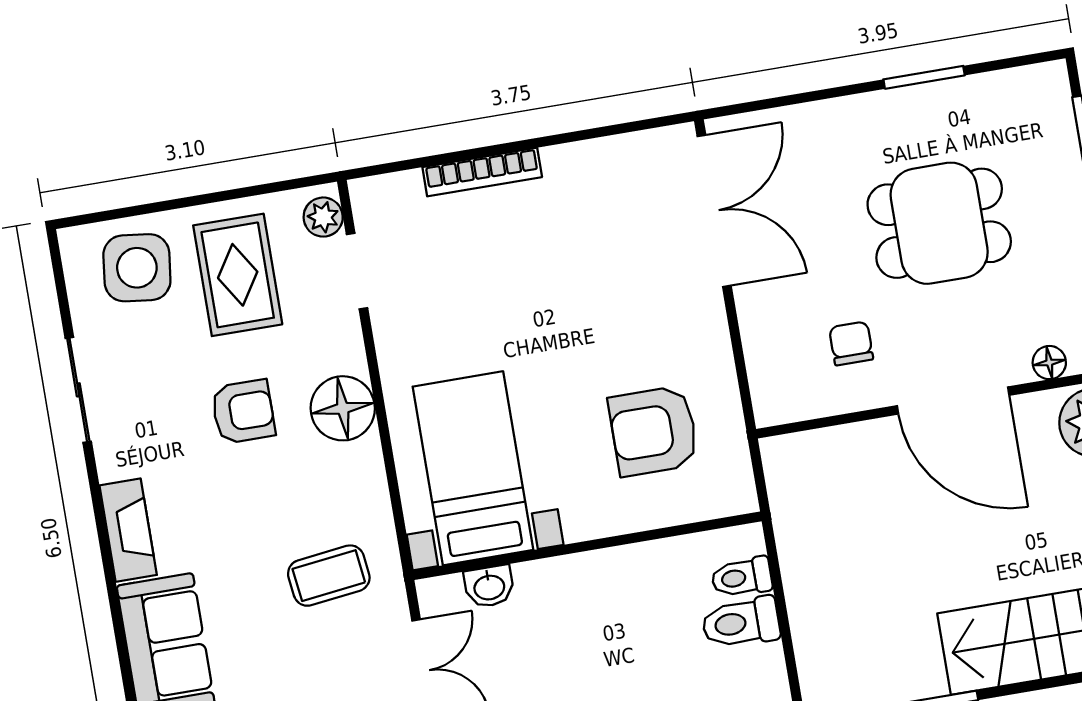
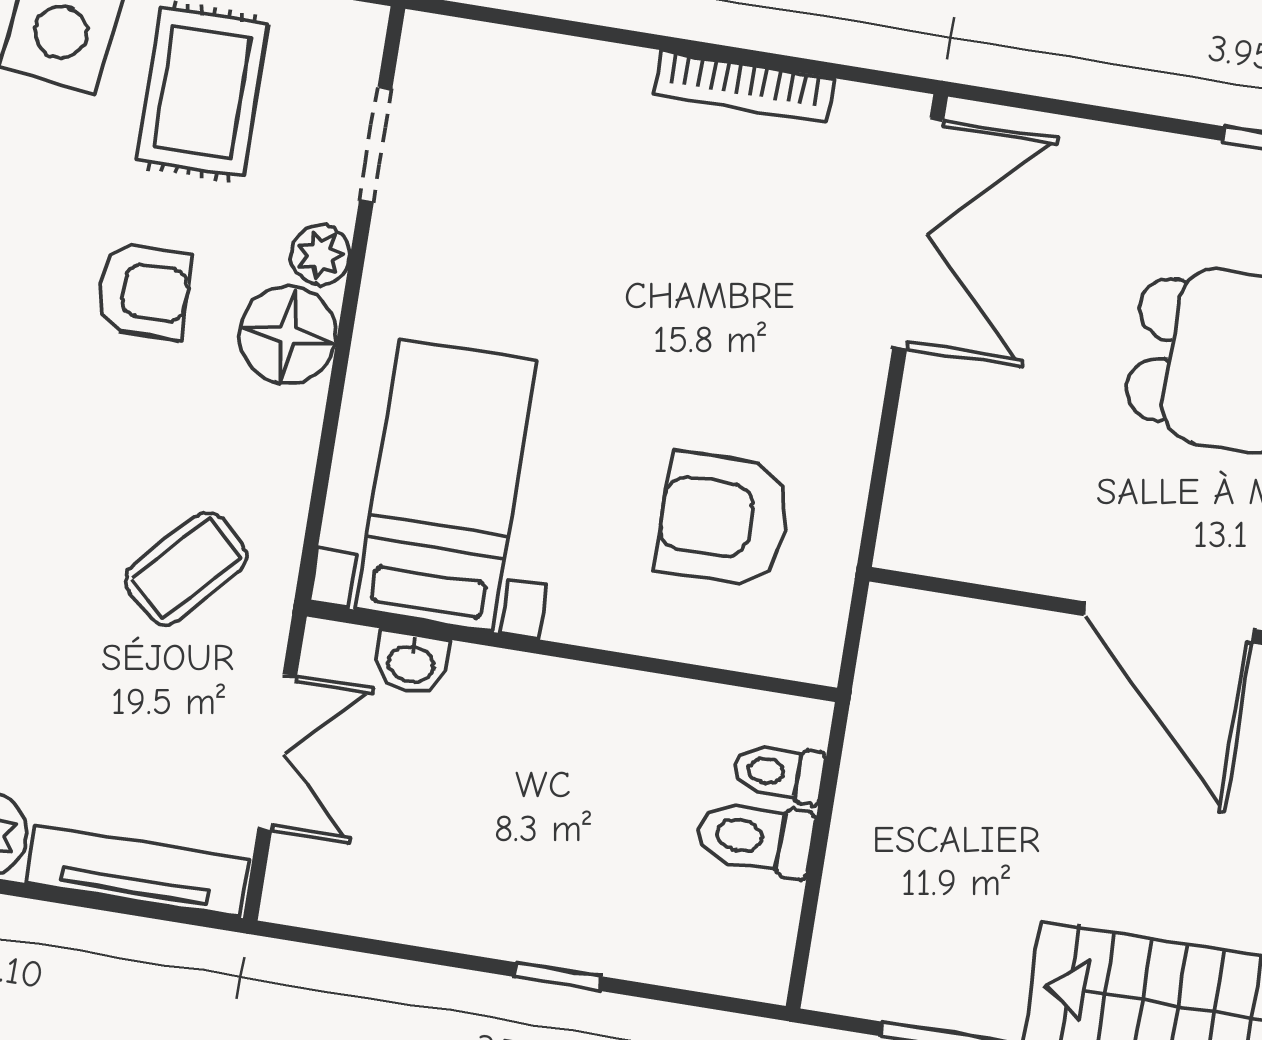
bookcase: (482, 172) -> (744, 86), moved
plant: (323, 217) -> (320, 255), moved
chair: (851, 343) -> (1050, 490), removed
coffee table: (329, 576) -> (186, 569), turned -40

